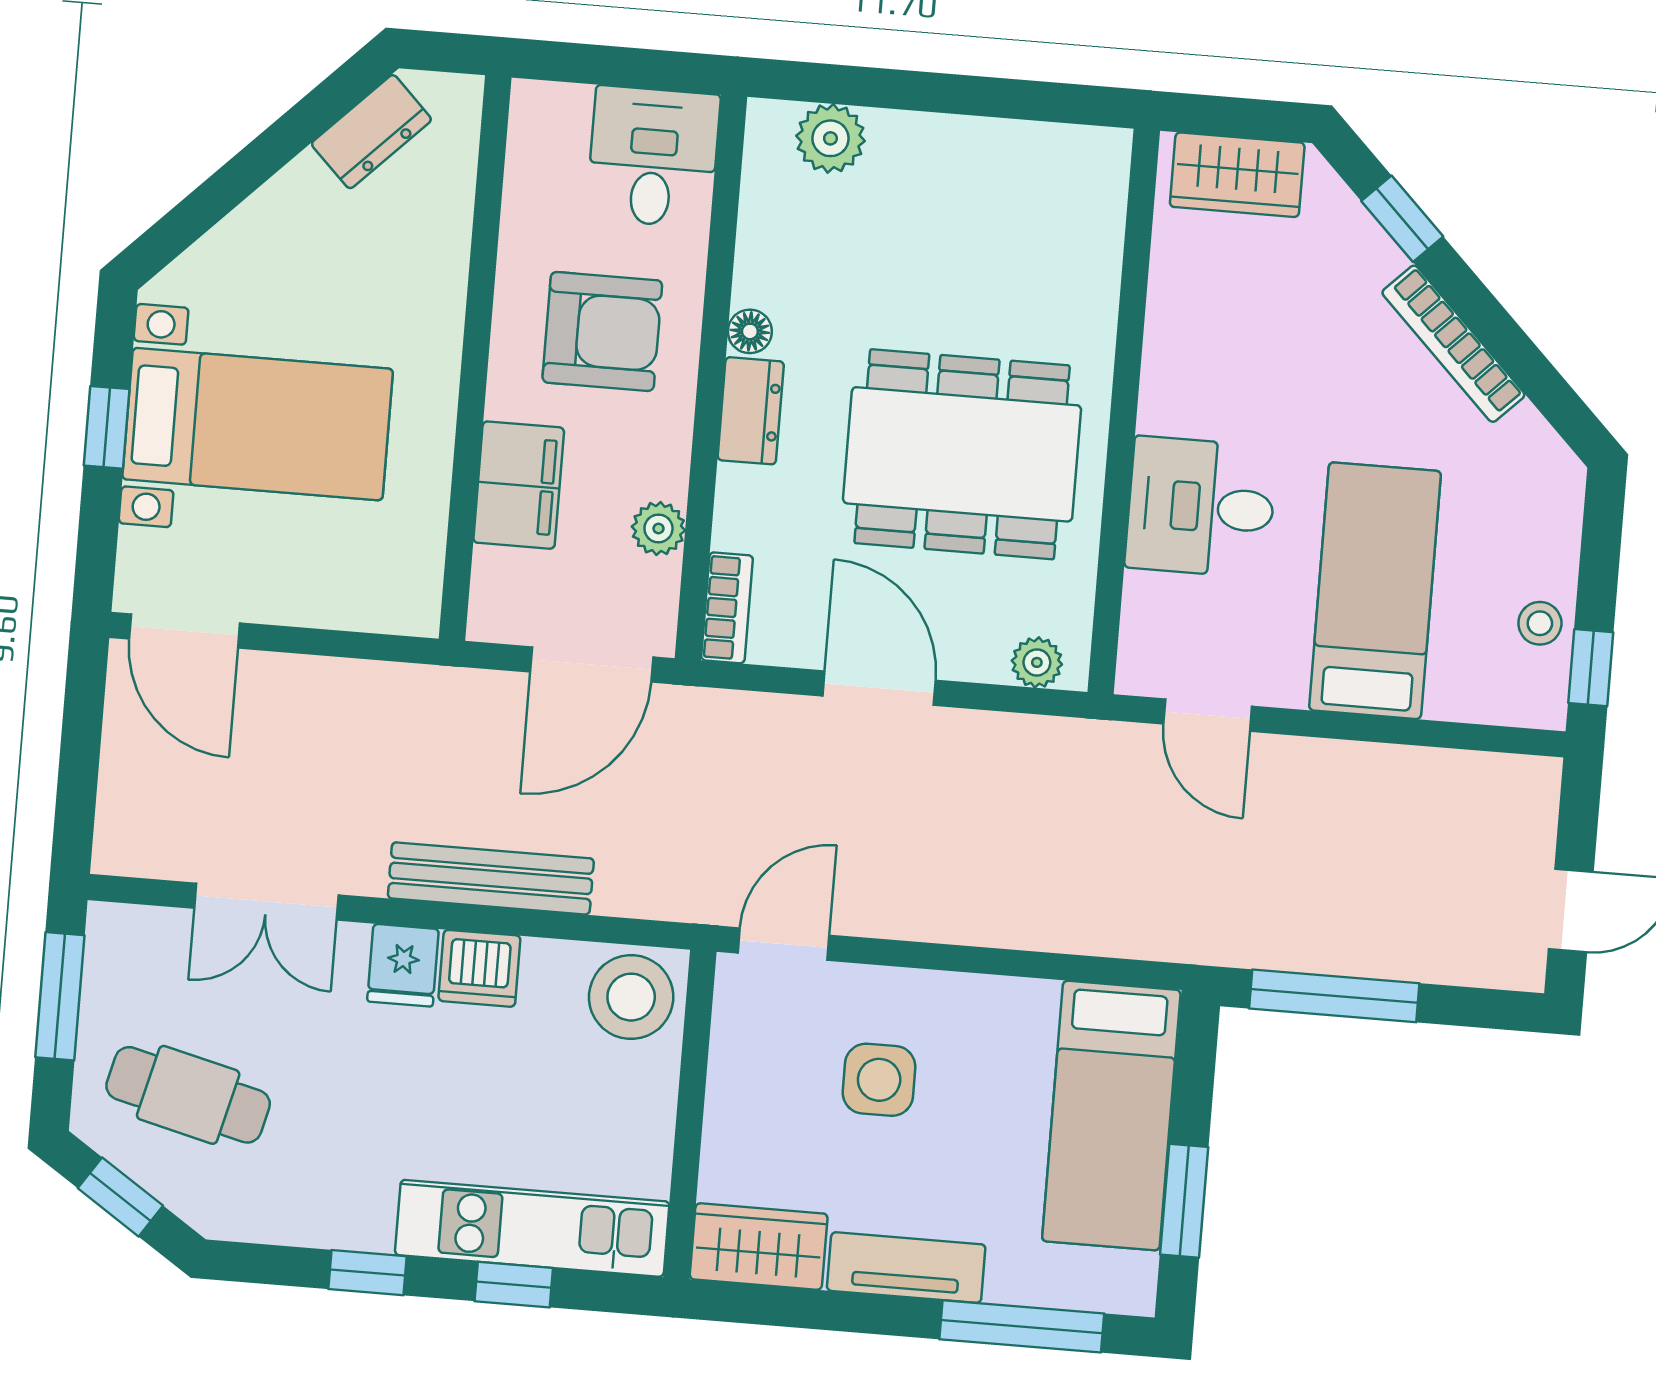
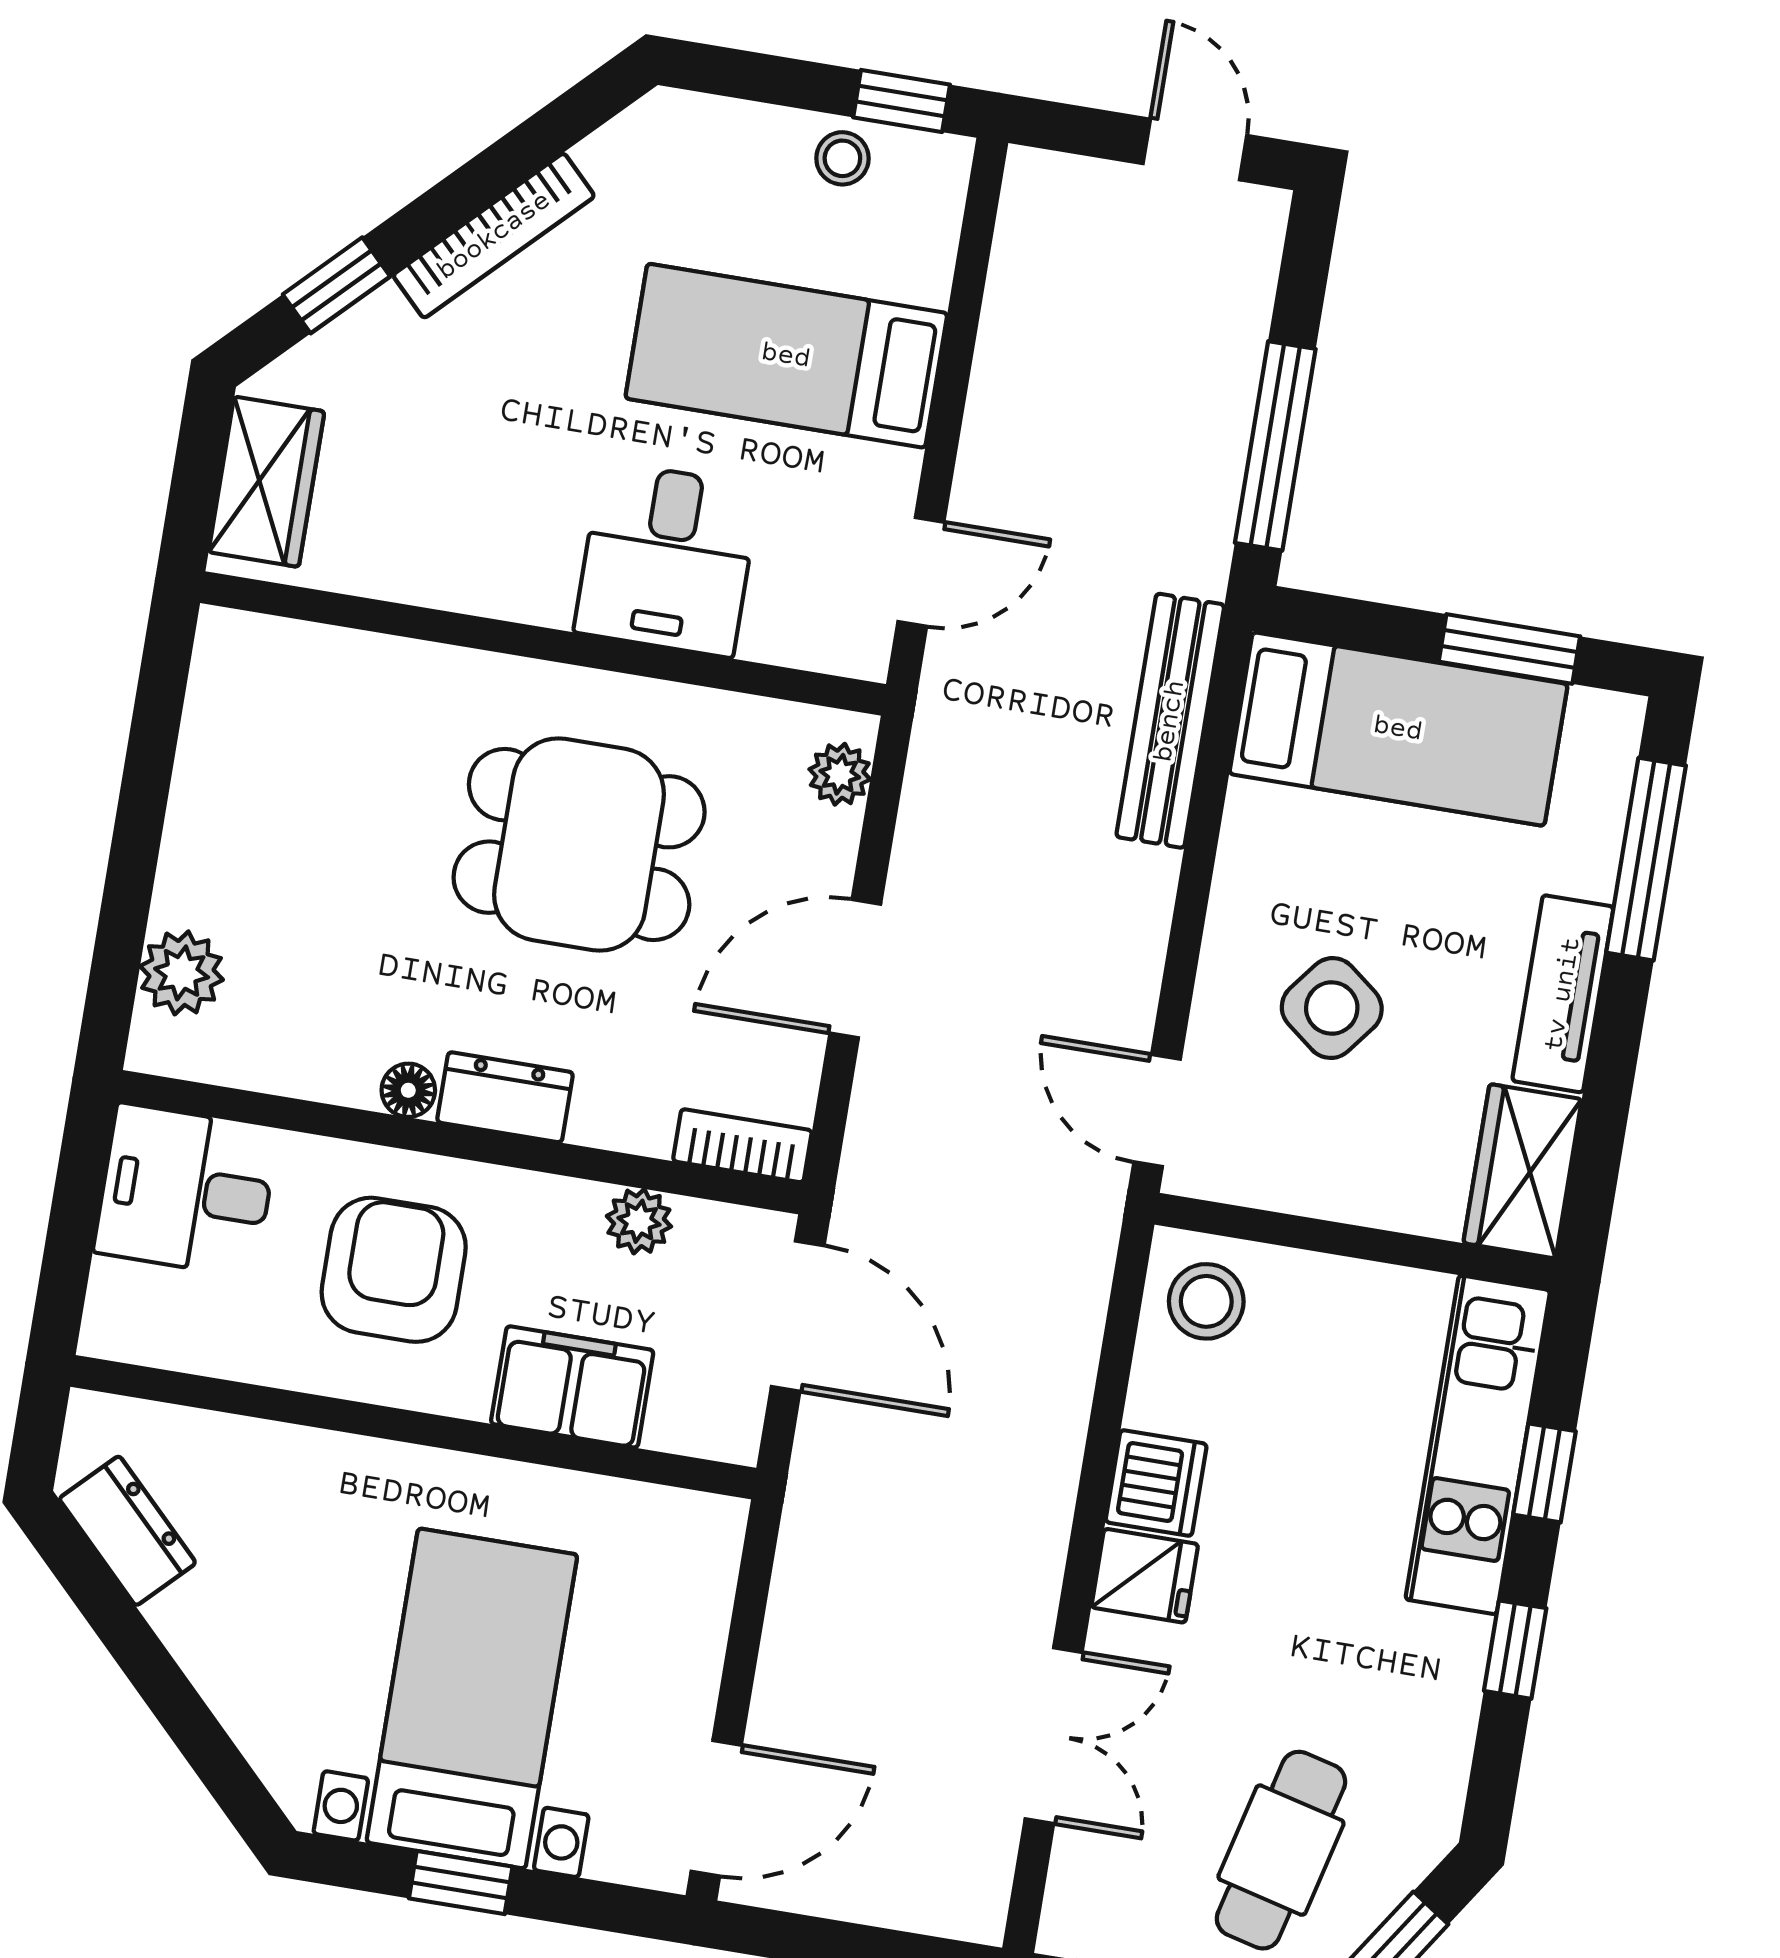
dining table: (962, 454) -> (579, 844), width x0.73
bench: (491, 878) -> (1170, 721), moved
stool: (631, 997) -> (1206, 1301), width x0.73, depth x0.73
side table: (879, 1080) -> (1332, 1008), turned 38

